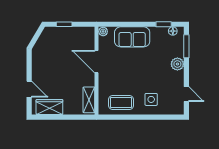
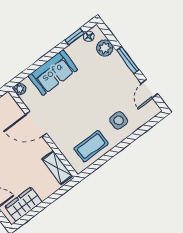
window: (186, 46) -> (128, 60), moved
plant: (177, 64) -> (105, 48), moved
door: (186, 94) -> (150, 89), swing flipped

